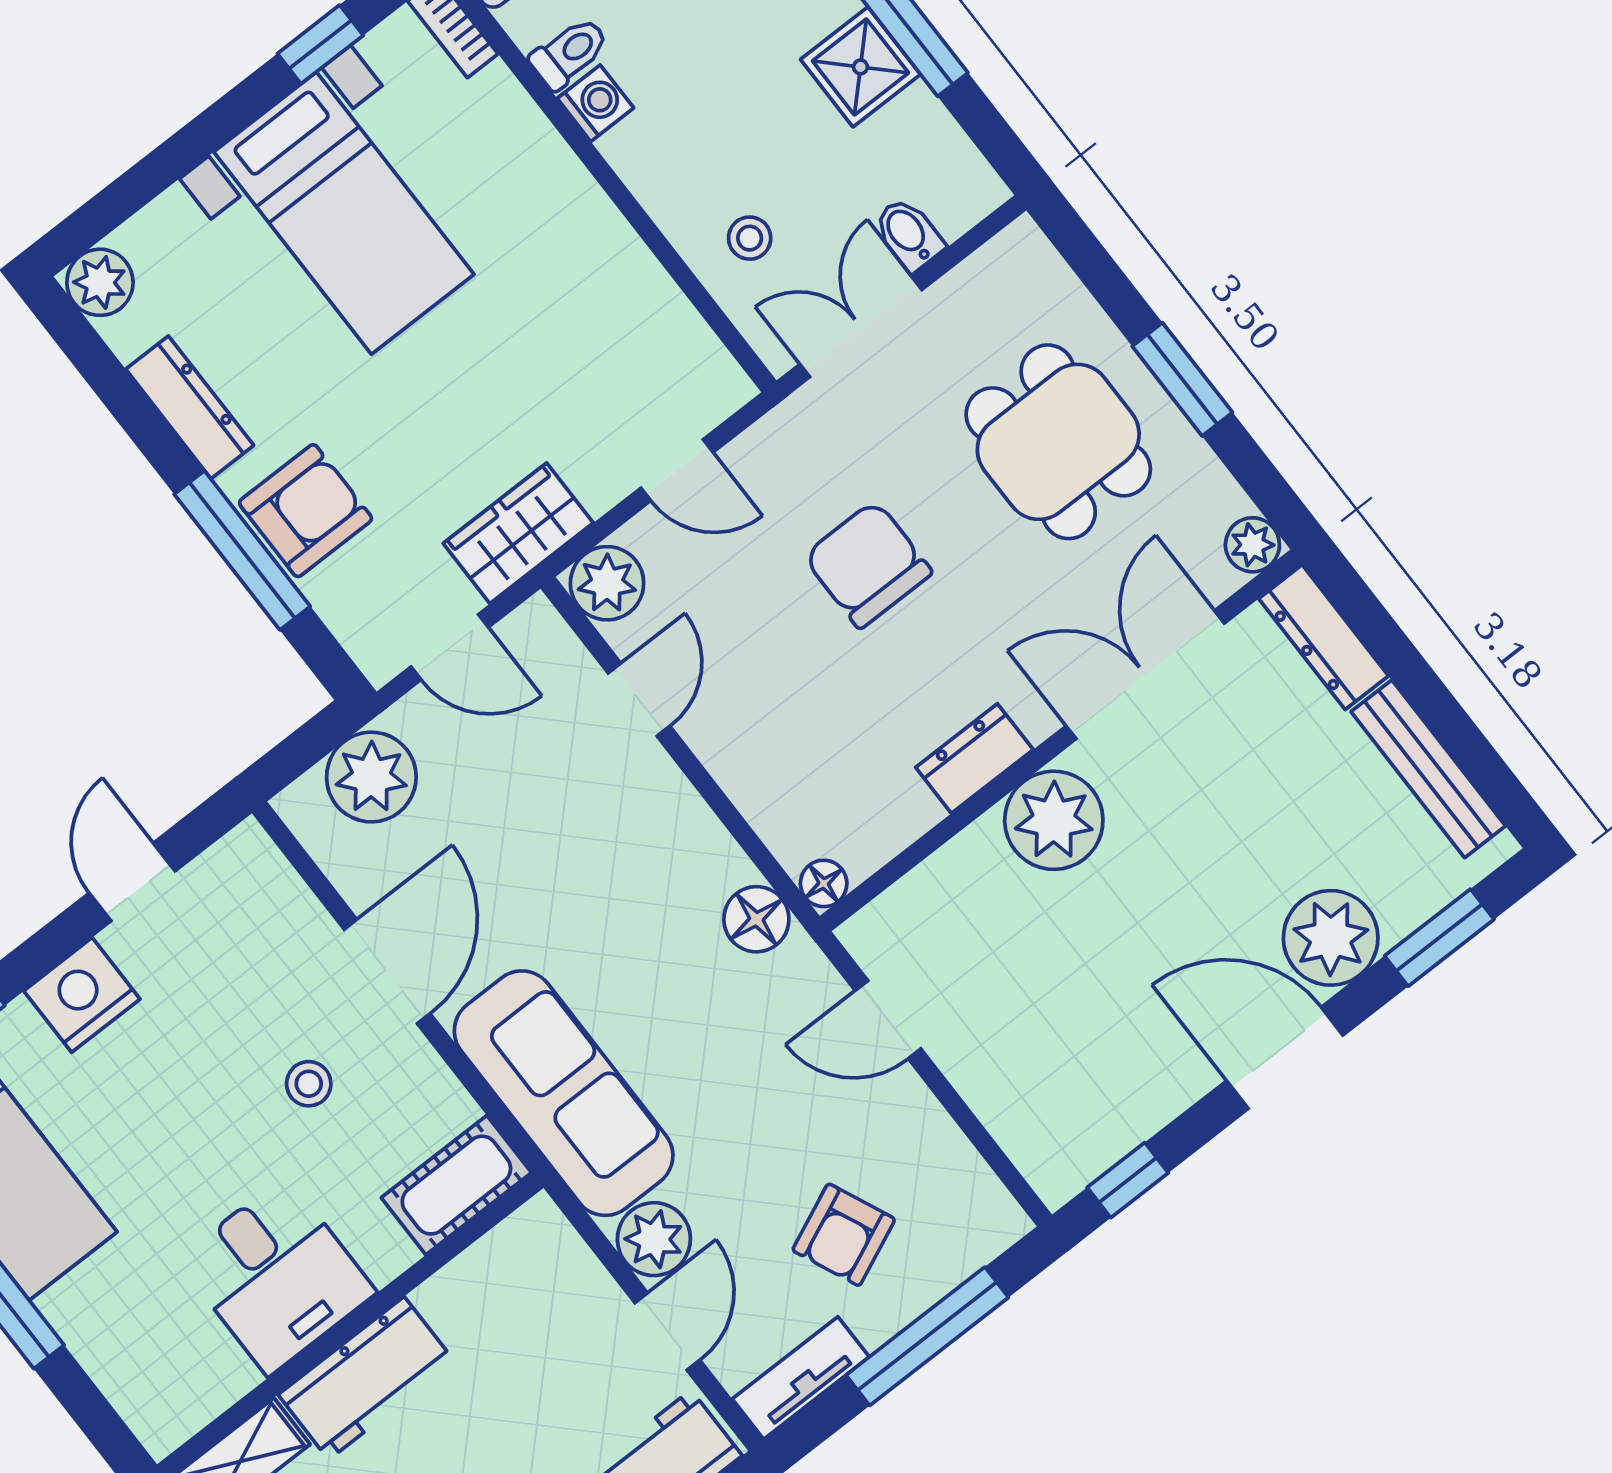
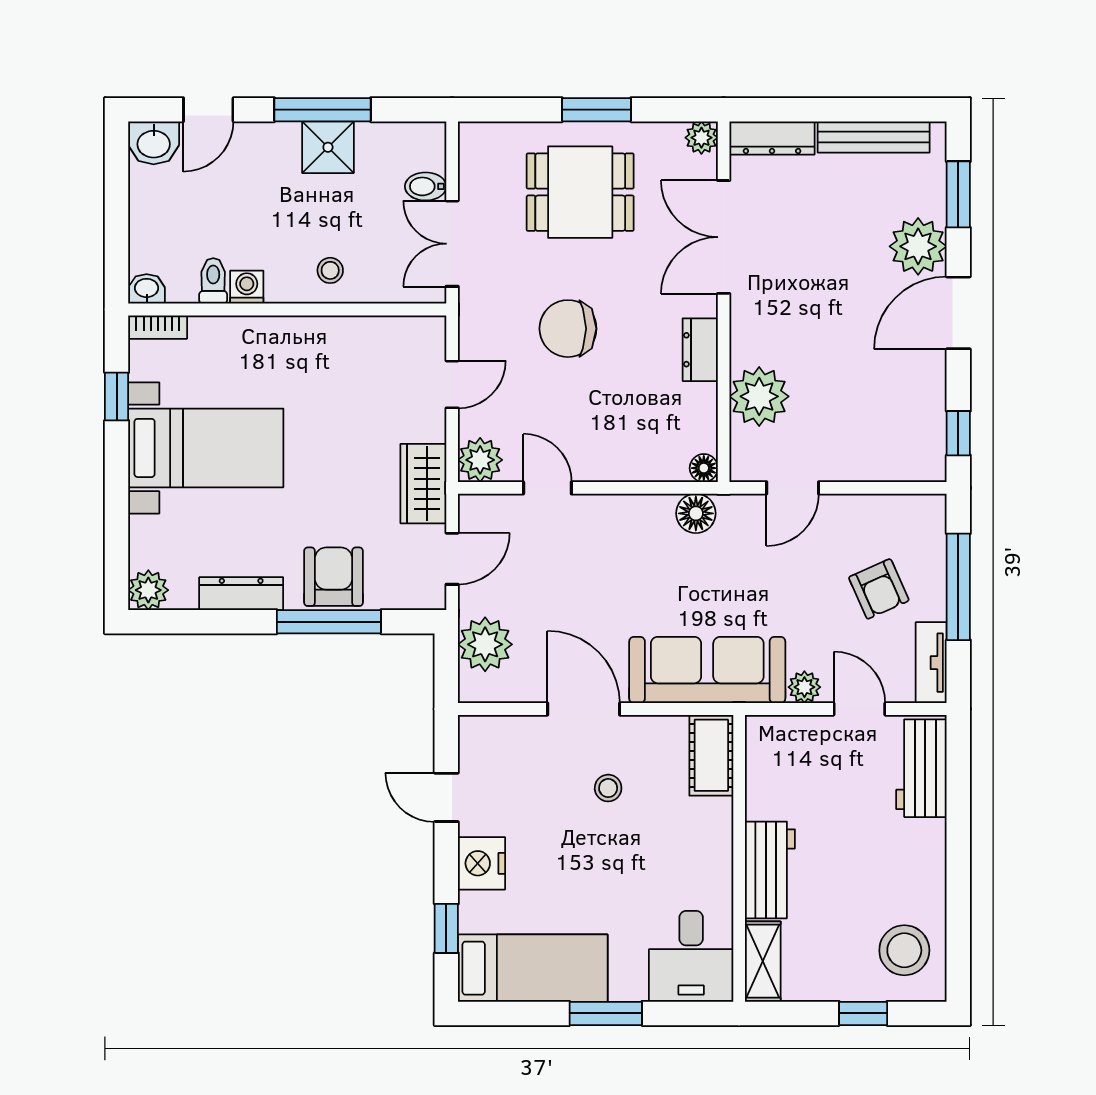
stool: (750, 238) -> (330, 270), moved
plant: (1054, 820) -> (759, 396), moved
plant: (654, 1239) -> (804, 687), width x0.73, depth x0.73
desk: (277, 1276) -> (691, 956), moved, turned 90

